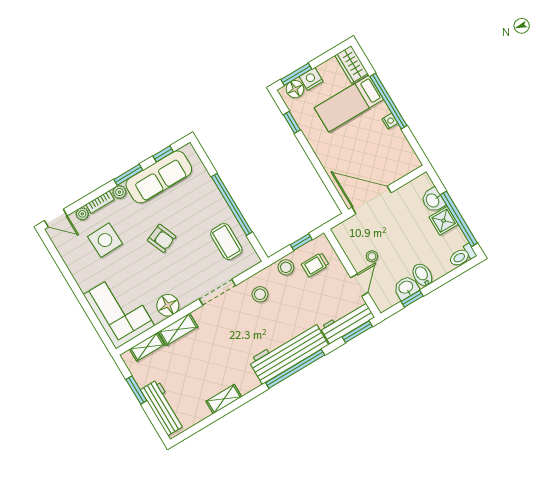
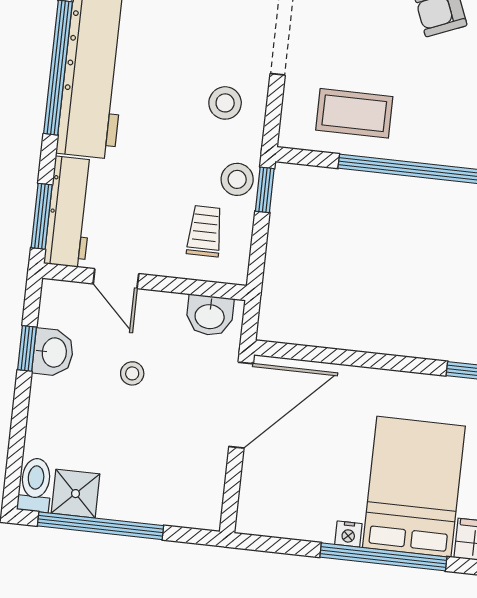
bed: (349, 104) -> (414, 487), width x1.50
washbasin: (433, 200) -> (210, 316), moved, turned 180
shower: (444, 221) -> (75, 494), moved
window: (301, 242) -> (265, 190), moved
stool: (372, 256) -> (132, 373), moved
bidet: (422, 275) -> (54, 395), removed

